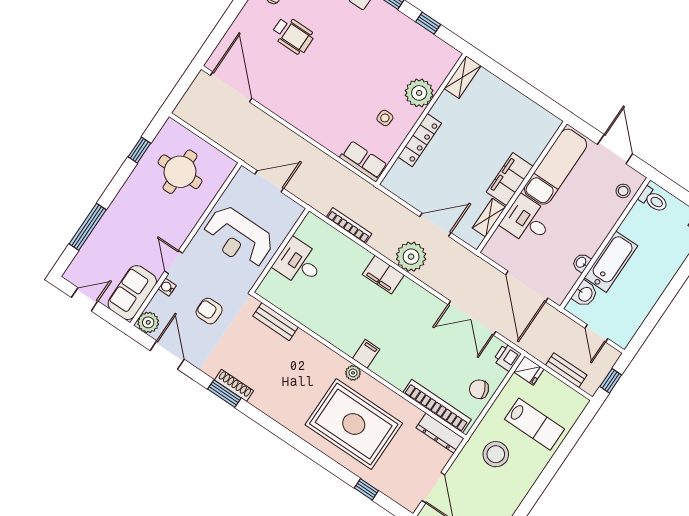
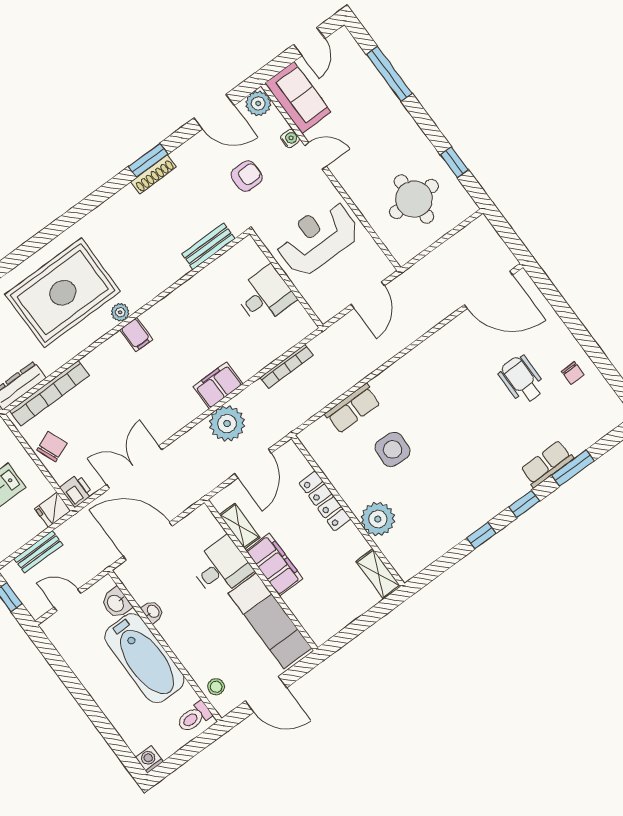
wheelchair: (293, 35) -> (522, 379), turned 90
shelving: (462, 77) -> (378, 574), moved
plant: (419, 93) -> (378, 519), moved
side table: (385, 118) -> (393, 449), width x1.87, depth x1.87
wall: (421, 119) -> (348, 511), moved
locker: (420, 140) -> (325, 501), moved
bathtub: (611, 262) -> (144, 658), width x1.36, depth x1.36

